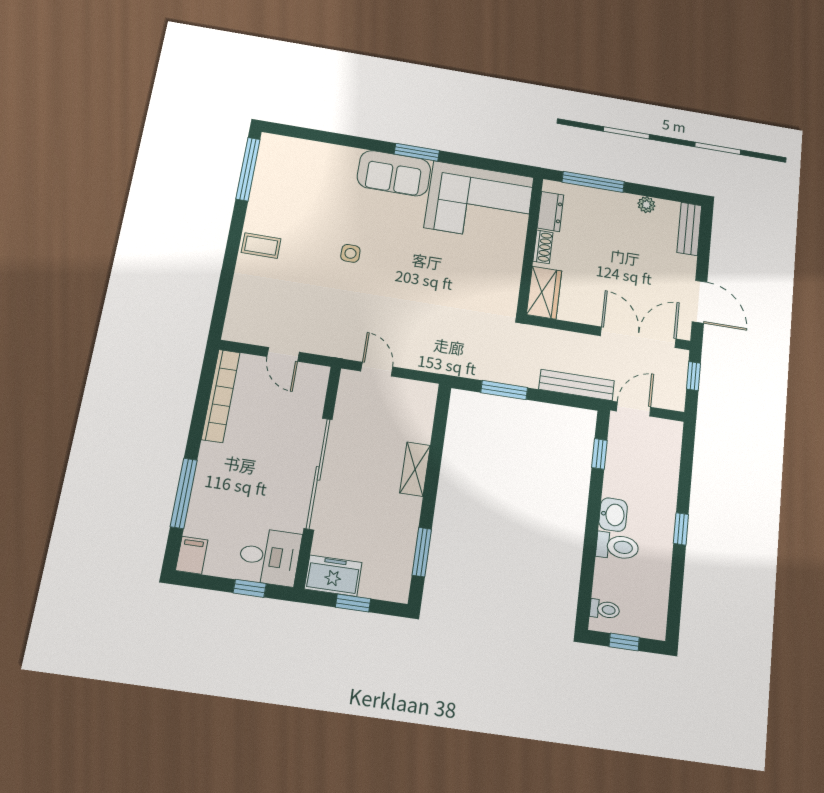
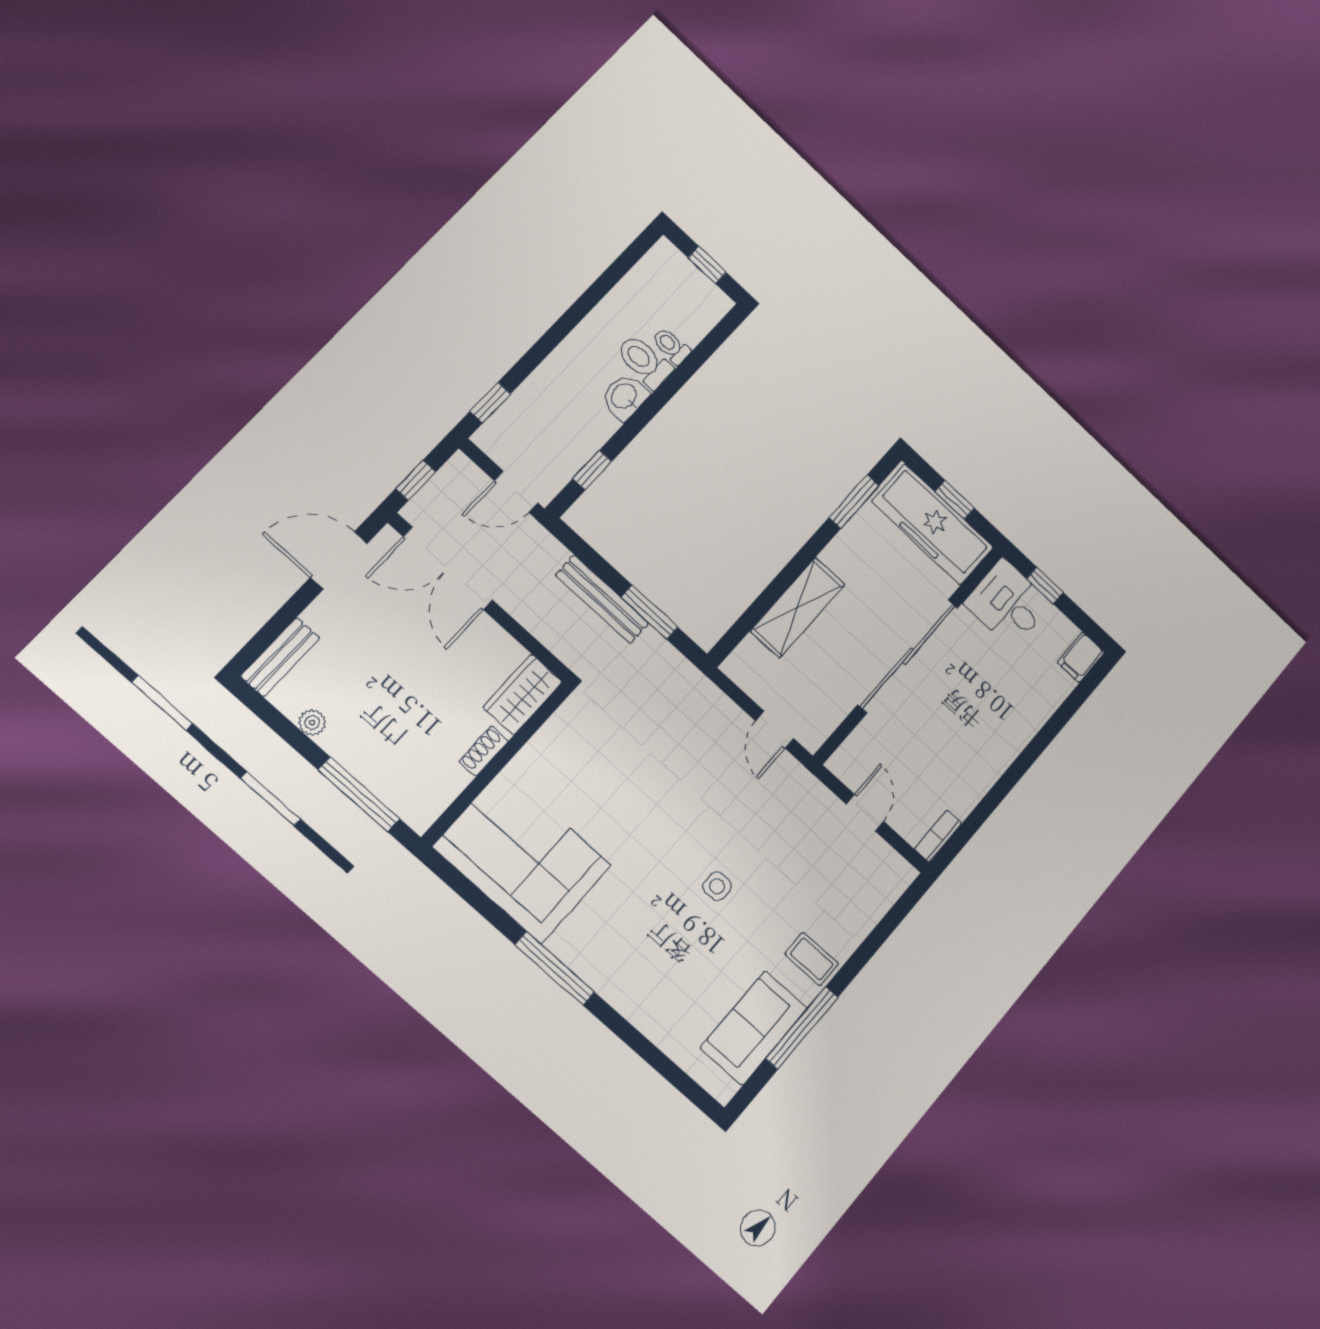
window: (417, 152) -> (555, 969), width x1.44
window: (248, 169) -> (802, 1028), moved
sofa: (394, 173) -> (754, 1028), moved, turned -90
dresser: (550, 211) -> (442, 790), removed
door: (700, 302) -> (339, 560), hinge flipped
bench: (577, 385) -> (602, 599), moved
bookcase: (221, 396) -> (938, 836), width x0.43, depth x0.76
shelving: (415, 469) -> (798, 608), width x1.50, depth x1.33
window: (184, 493) -> (1053, 727), removed
window: (681, 529) -> (490, 403), moved
freezer: (333, 576) -> (933, 524), width x1.91, depth x1.26
toilet: (605, 609) -> (671, 346), moved

